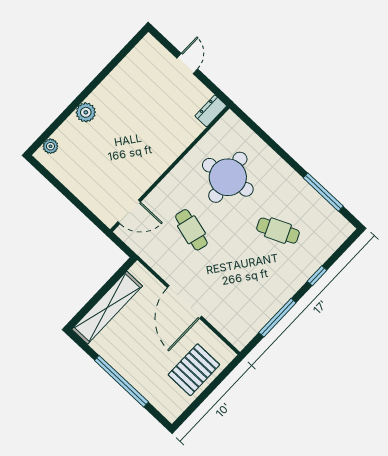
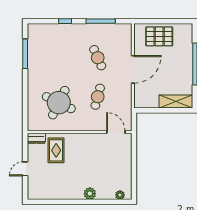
rug: (174, 121) -> (56, 150), added
round table: (228, 177) -> (59, 103), turned 36
cafe table: (278, 231) -> (98, 58), moved
shelving: (107, 308) -> (176, 101), width x0.68

